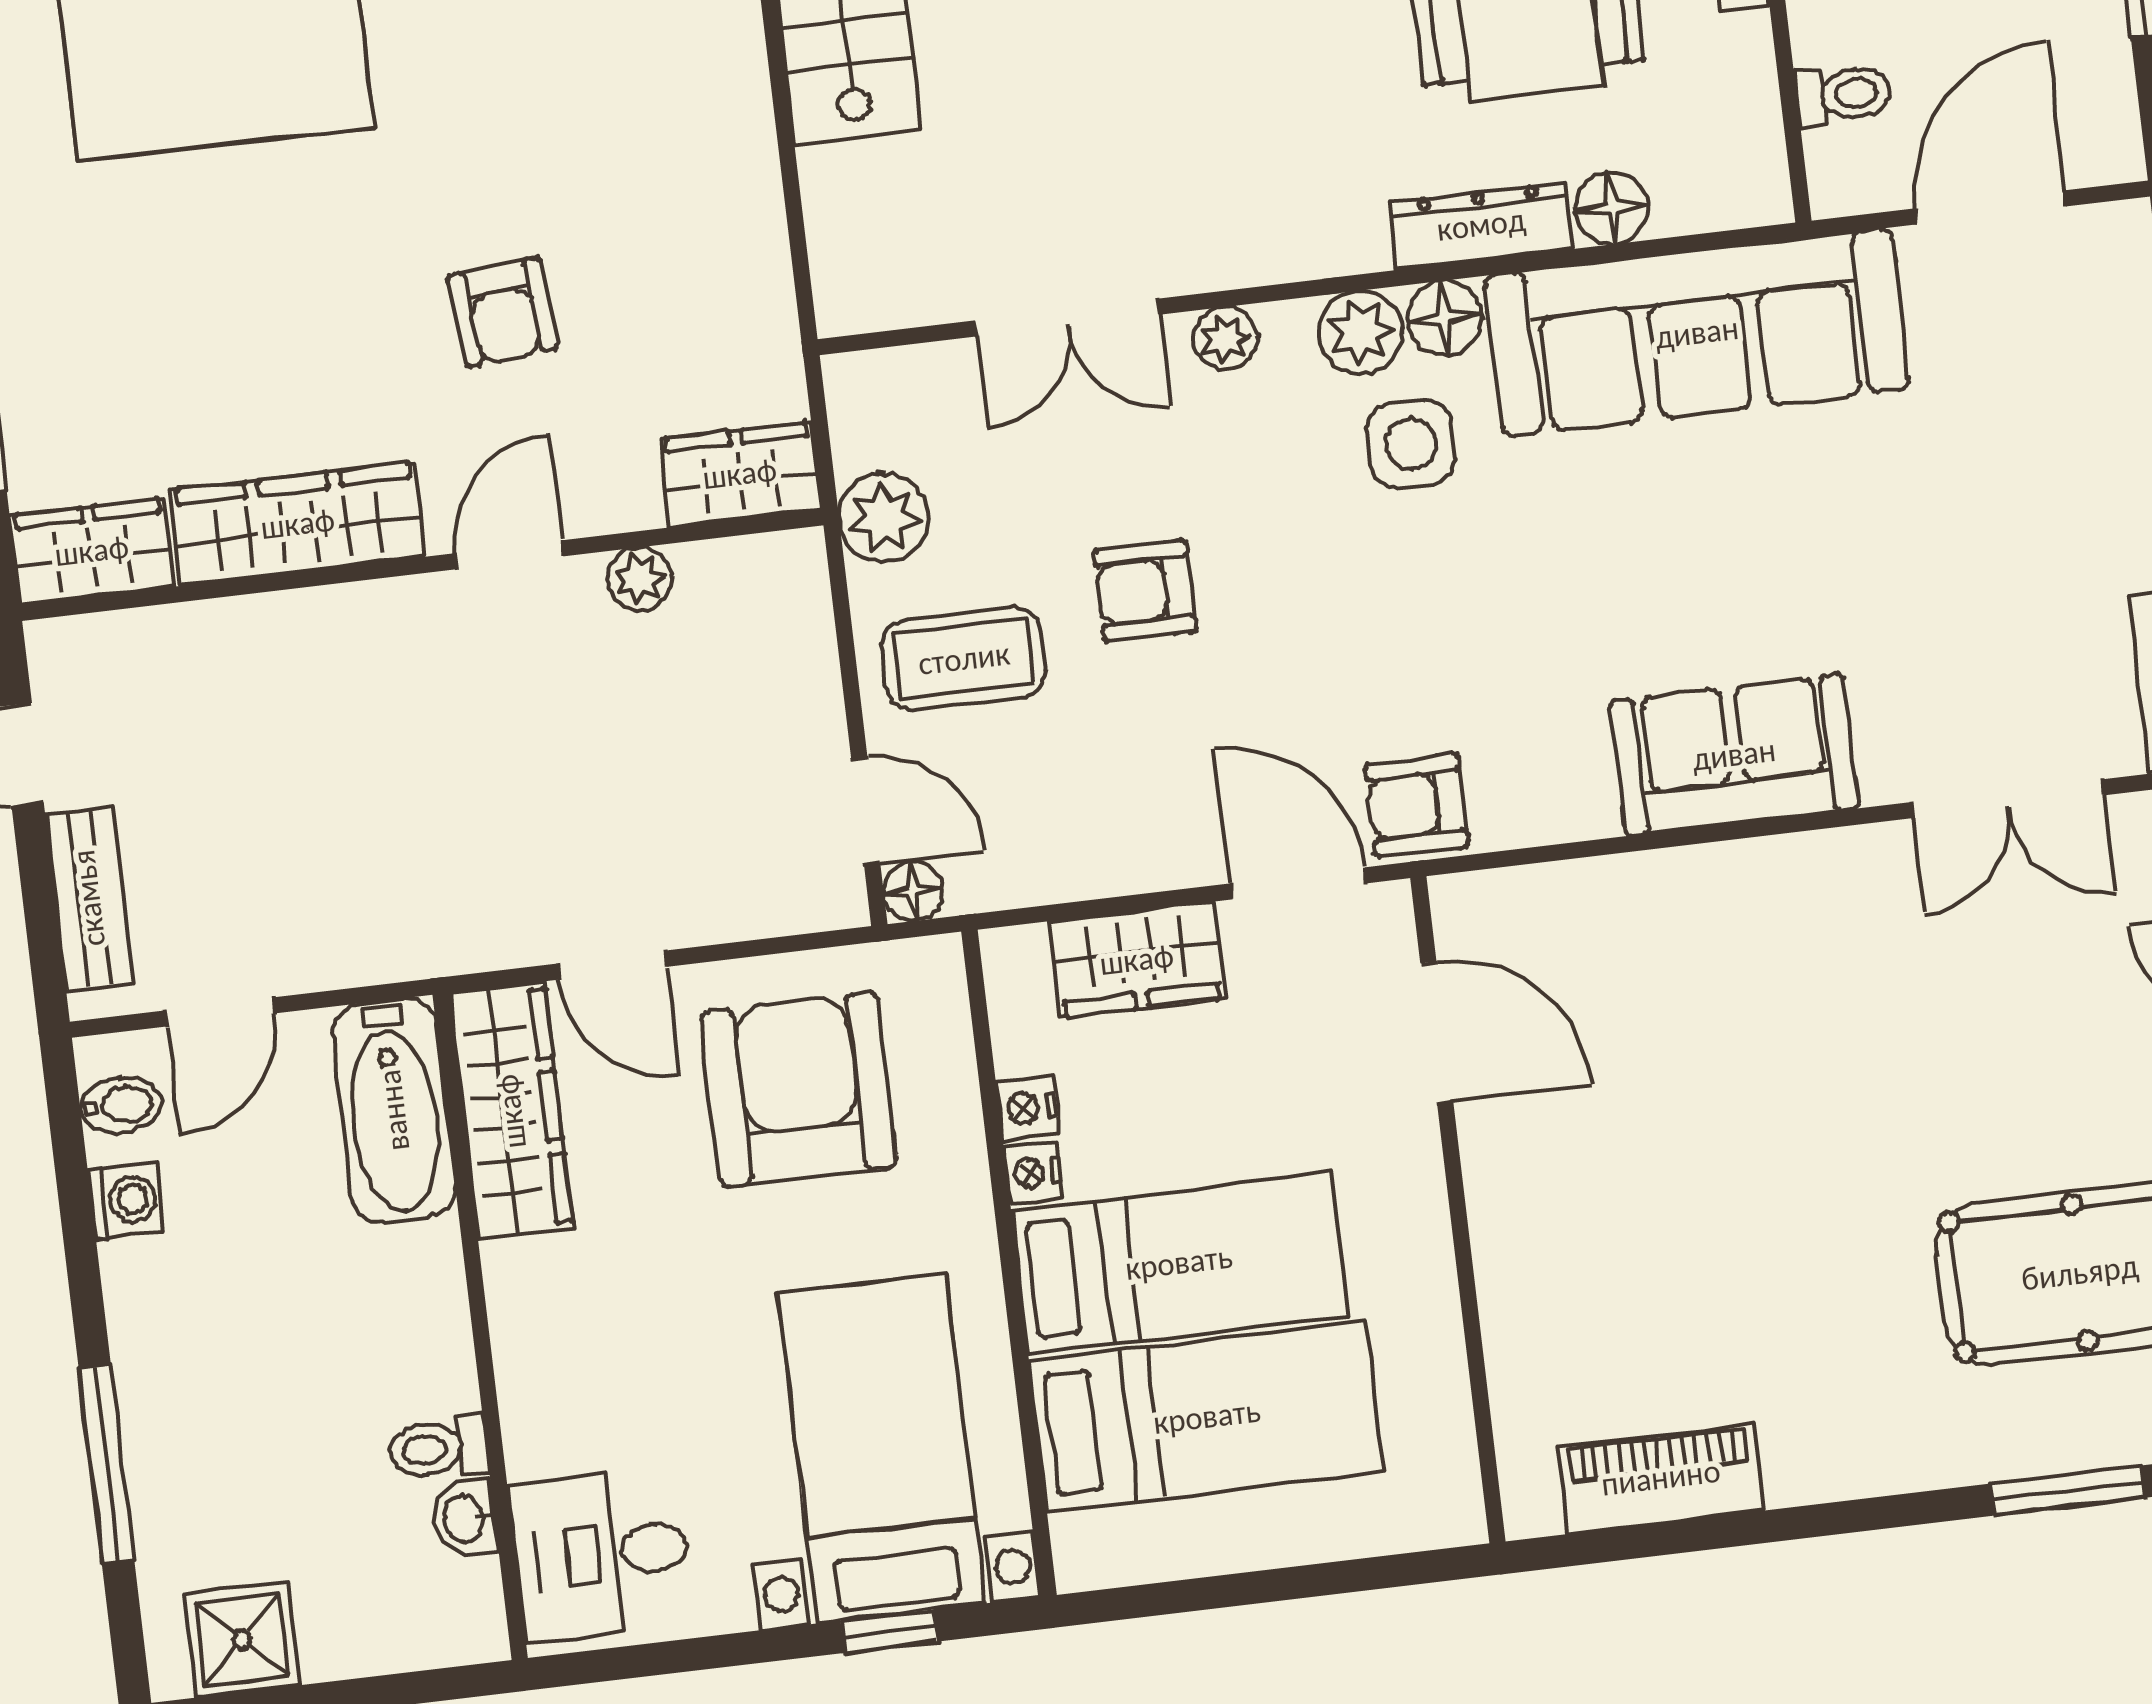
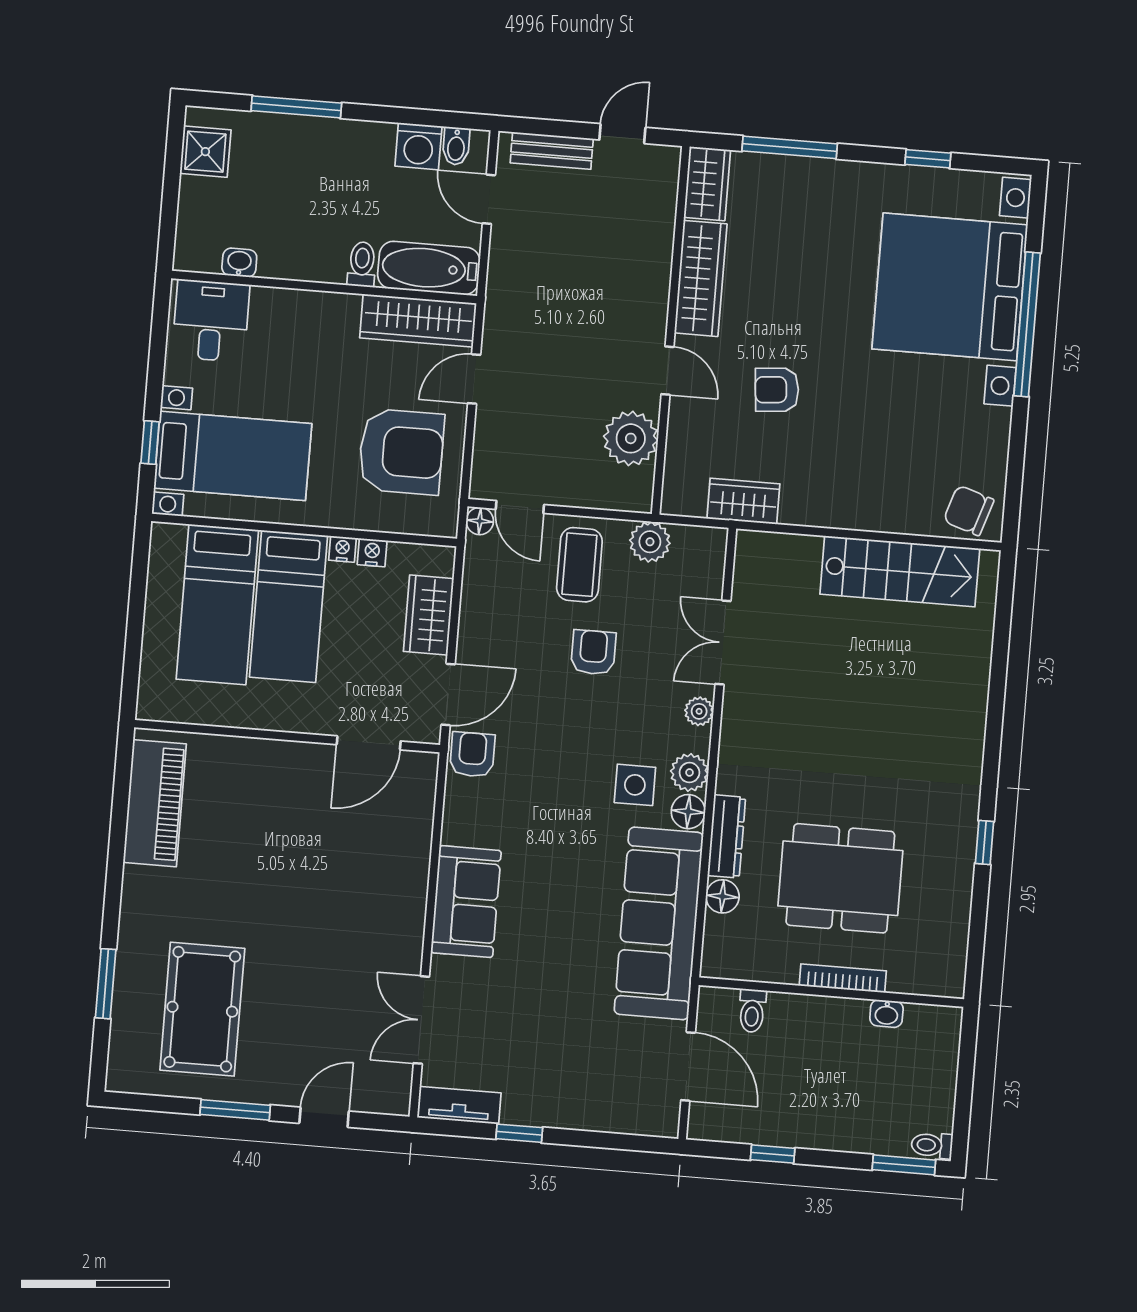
wardrobe: (740, 474) -> (743, 501), moved, turned -90
plant: (640, 579) -> (631, 438), width x1.87, depth x1.87
door: (866, 811) -> (520, 507), hinge flipped
washing machine: (126, 1200) -> (418, 146), width x1.38, depth x1.38
toilet: (438, 1448) -> (362, 264), moved
piano: (1661, 1478) -> (155, 803), width x1.37, depth x1.33

